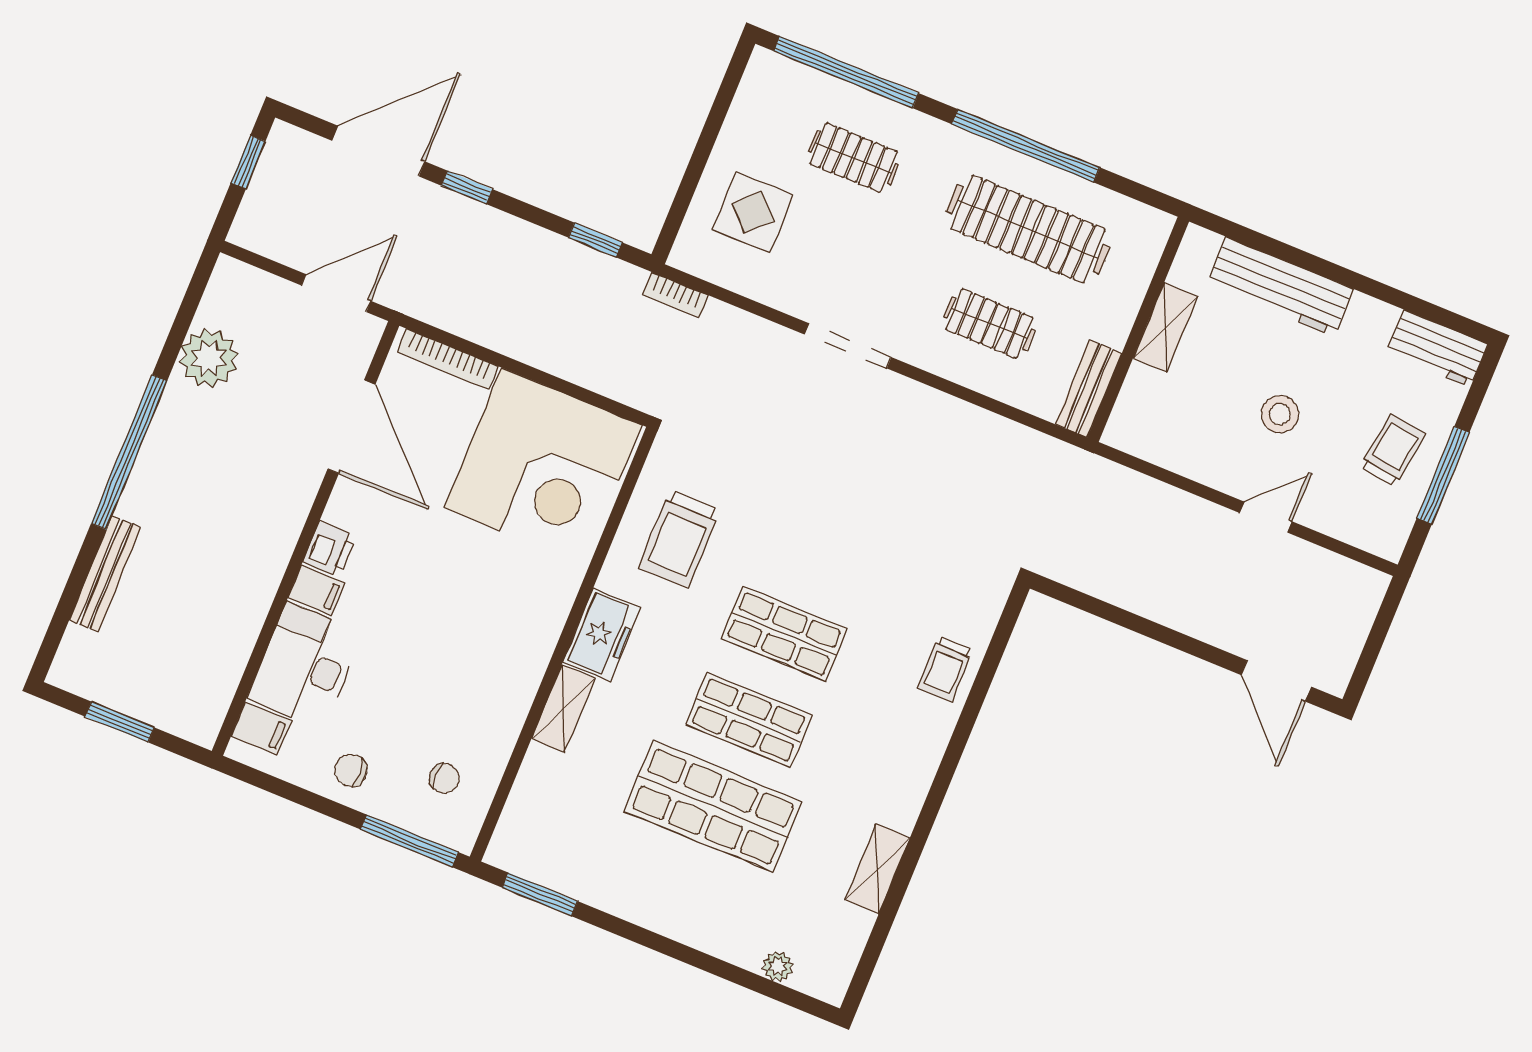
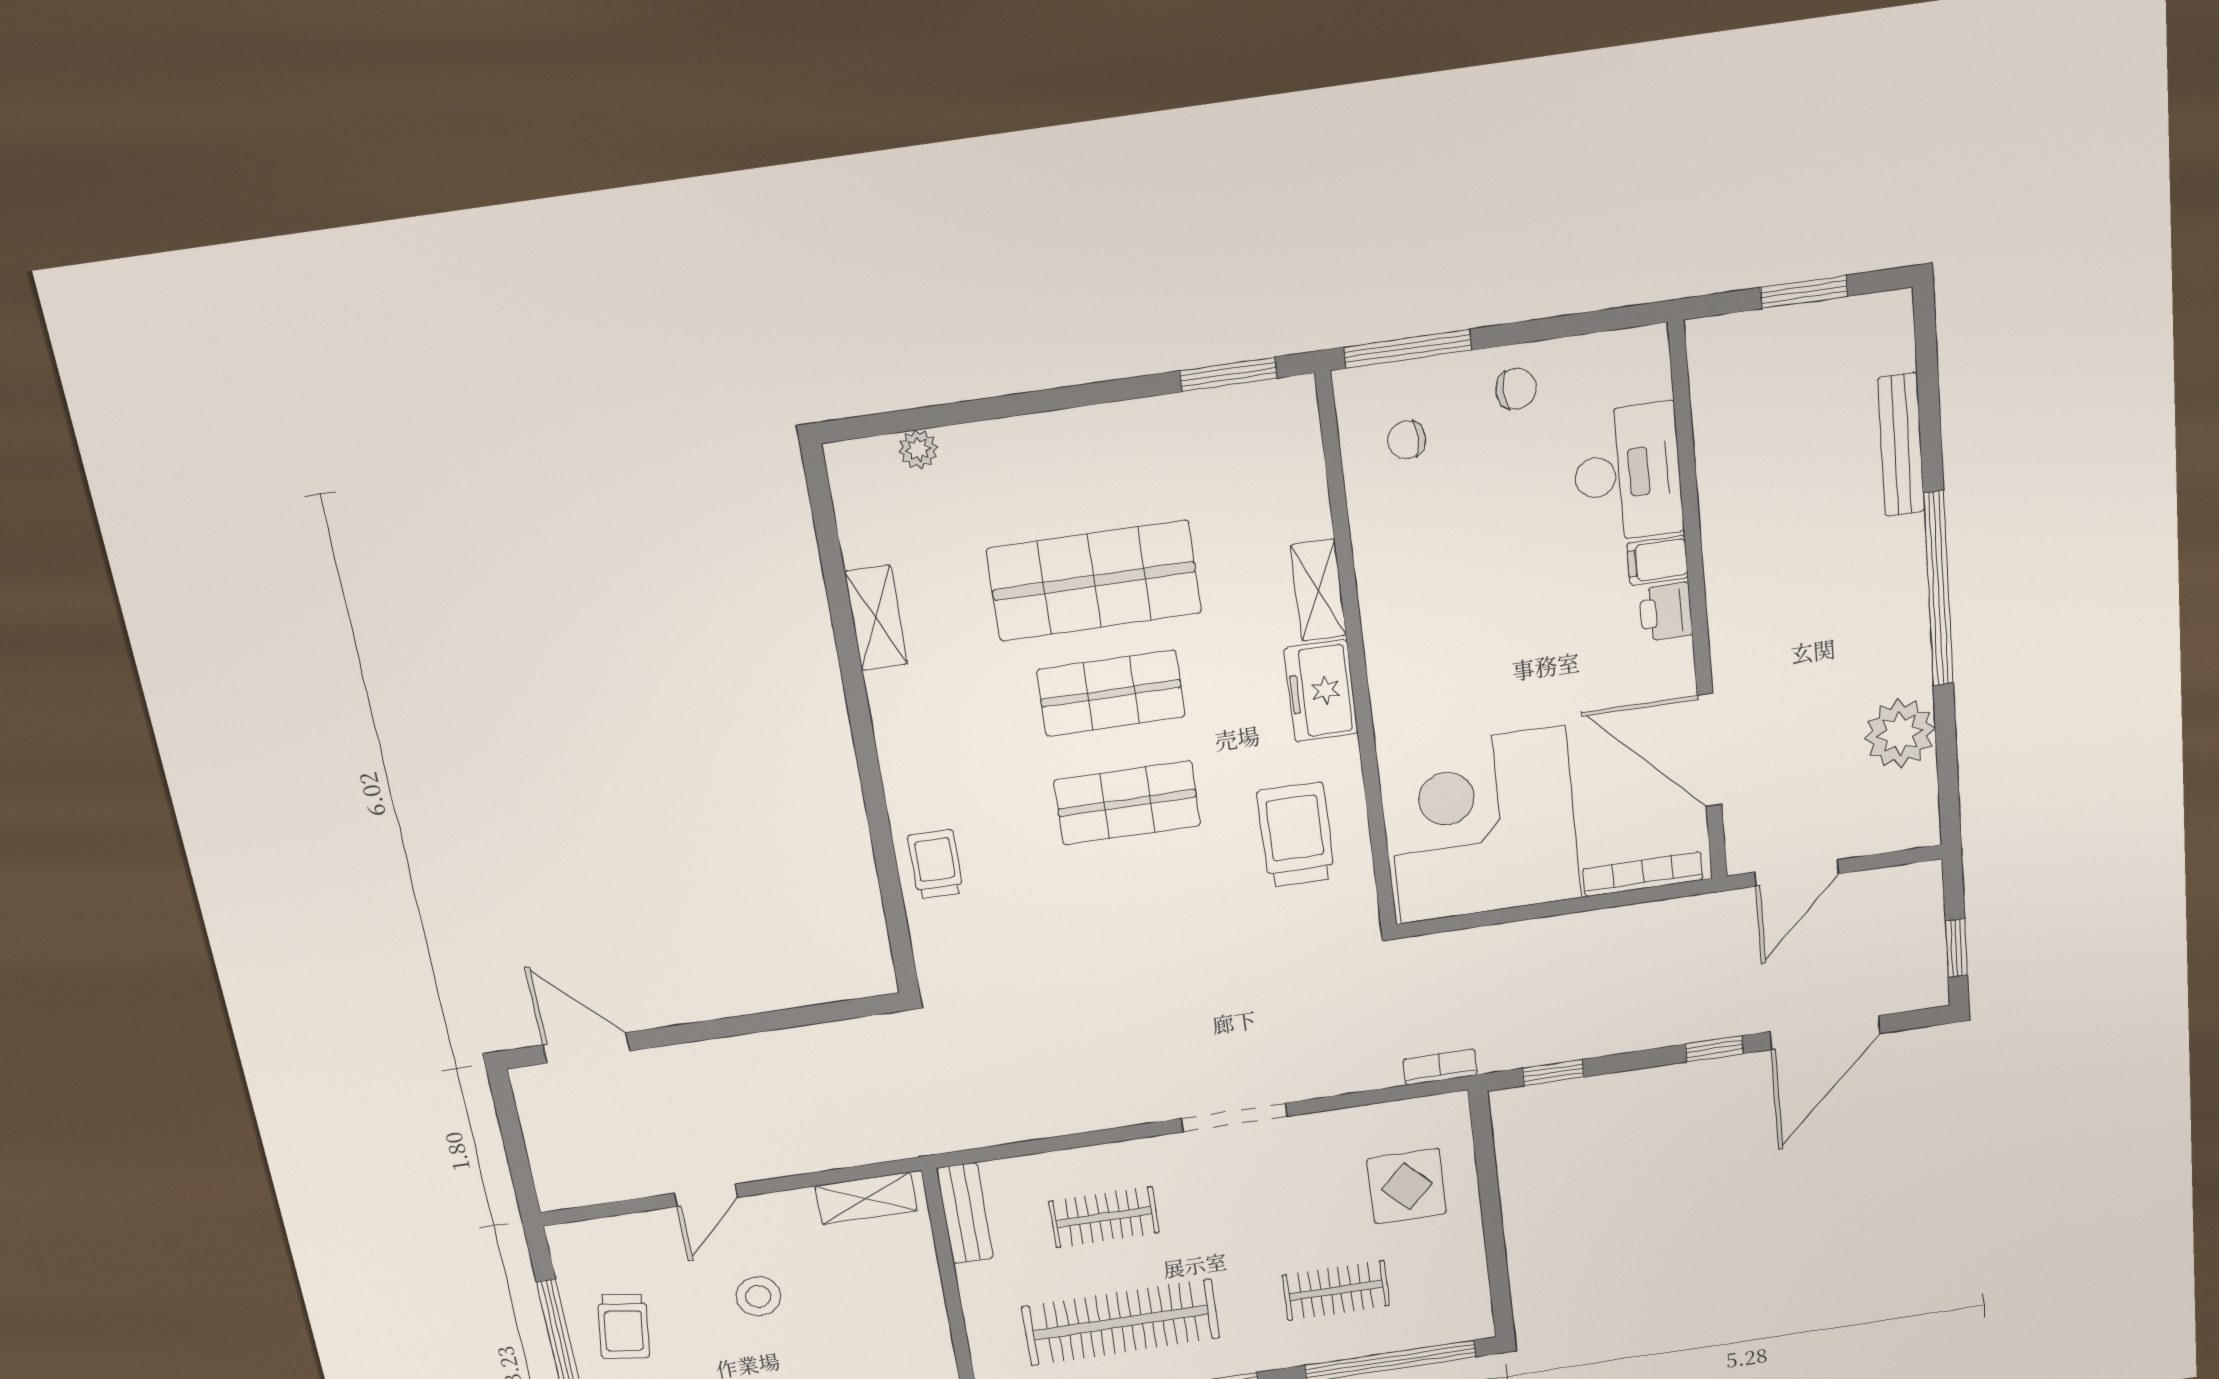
shelving: (1166, 327) -> (866, 1198), moved, turned 90
filing cabinet: (261, 729) -> (1641, 376), removed

